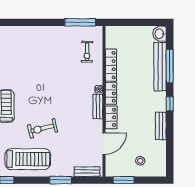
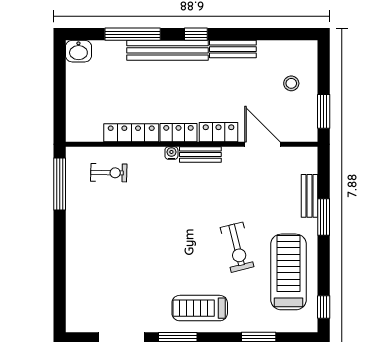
bench: (160, 67) -> (167, 50), moved
bench: (87, 172) -> (309, 196), moved

